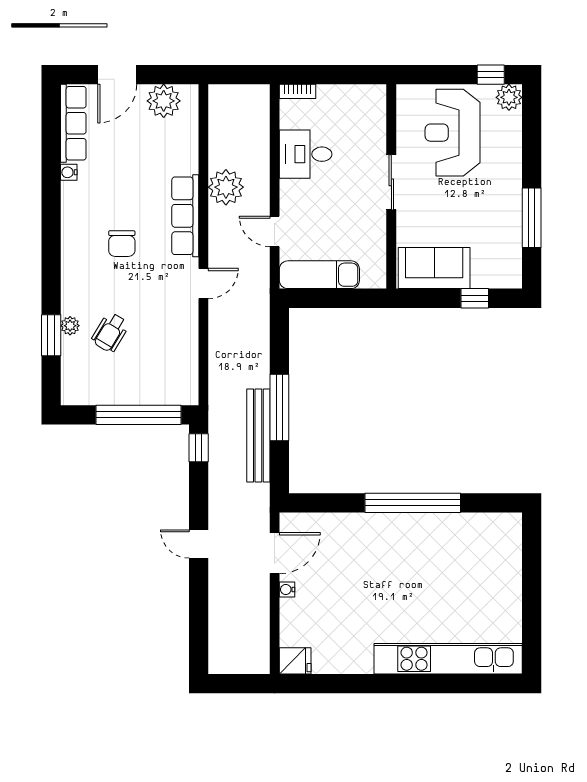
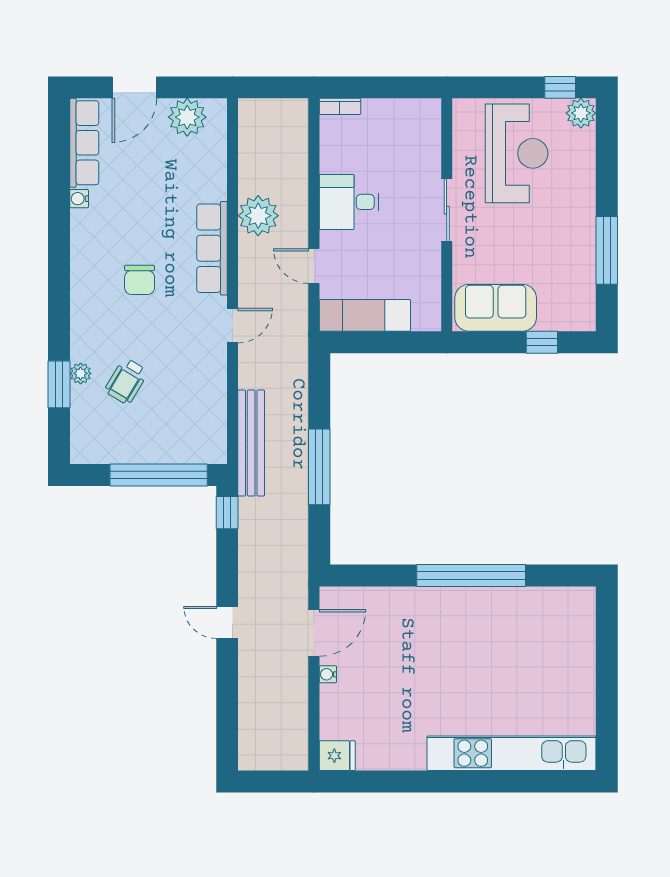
reception desk: (453, 133) -> (517, 153), turned 180
desk: (306, 154) -> (349, 202), moved
bench: (258, 436) -> (251, 443), moved

